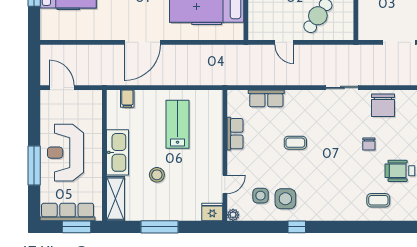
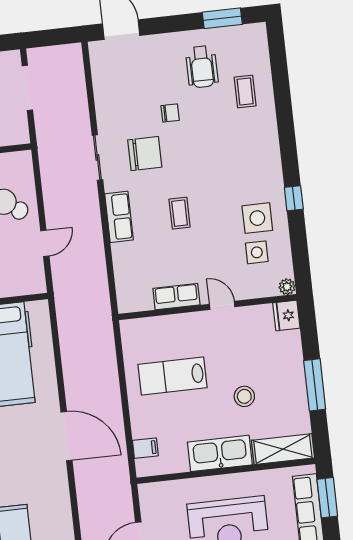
row of seats: (266, 98) -> (119, 217), moved
chair: (383, 105) -> (145, 154), moved
door: (225, 184) -> (222, 305), moved

